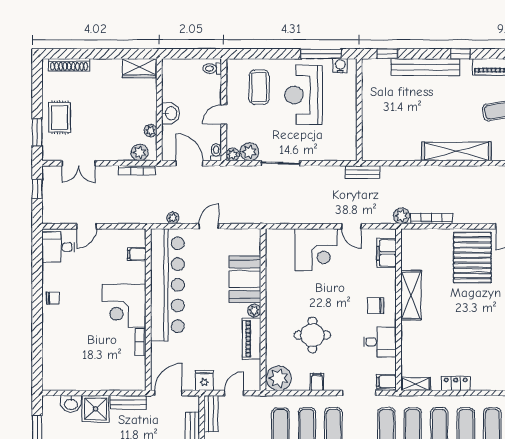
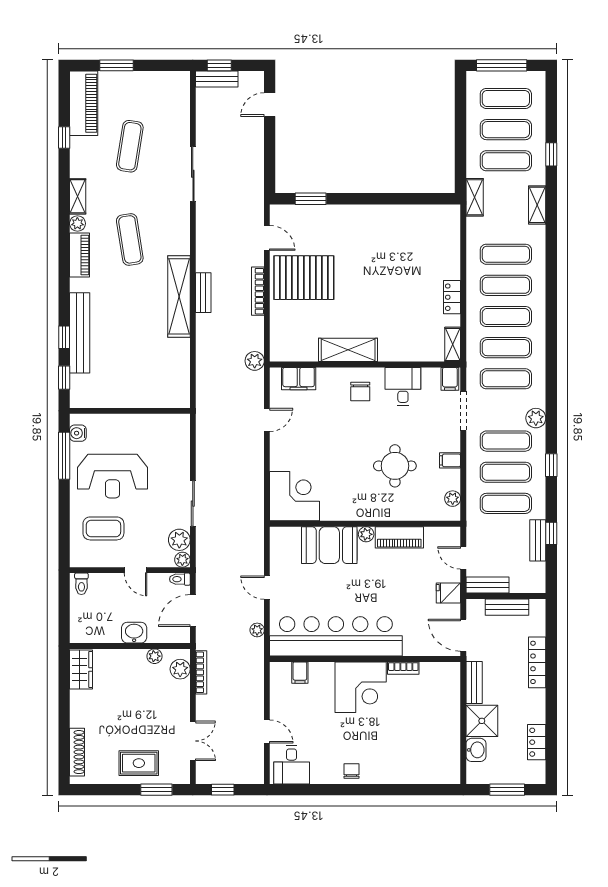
window: (461, 54) -> (64, 337), moved
bench: (362, 172) -> (203, 293), moved
bookcase: (432, 219) -> (258, 291), moved
corner desk: (316, 250) -> (294, 496), moved
plant: (279, 378) -> (453, 499), width x0.53, depth x0.53

